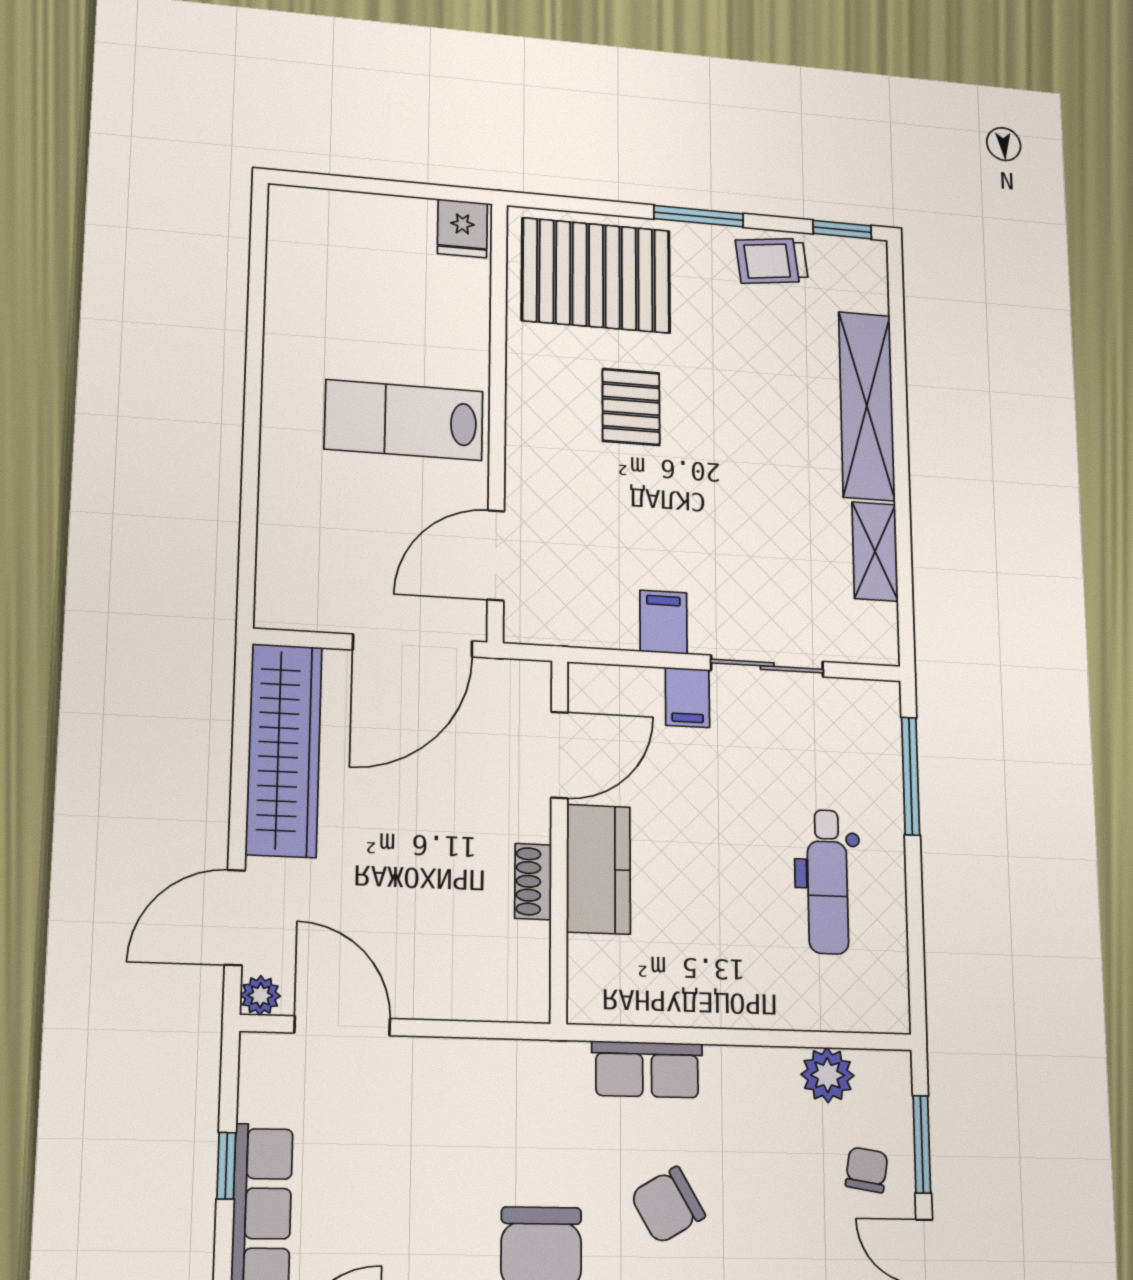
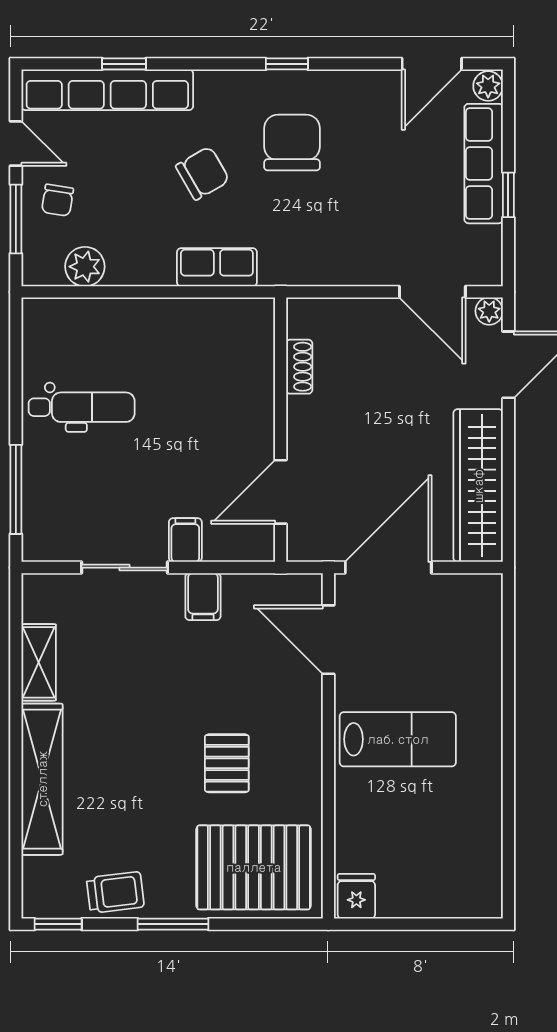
door: (496, 555) -> (328, 640), swing flipped
kitchen counter: (598, 869) -> (252, 409), removed
shoe rack: (533, 882) -> (299, 367), moved
dental chair: (828, 882) -> (82, 407), turned 90

